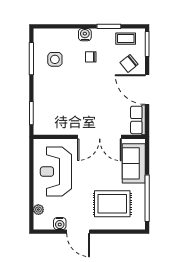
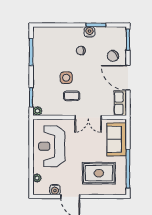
water cooler: (85, 35) -> (89, 32), moved
coffee table: (126, 39) -> (72, 96), moved
side table: (55, 59) -> (66, 78), moved
plant: (39, 129) -> (37, 111), added
double door: (100, 137) -> (88, 117), width x0.73

